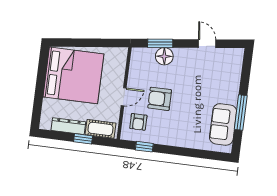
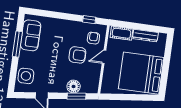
side table: (229, 70) -> (26, 76), added
window: (83, 139) -> (135, 26), removed

